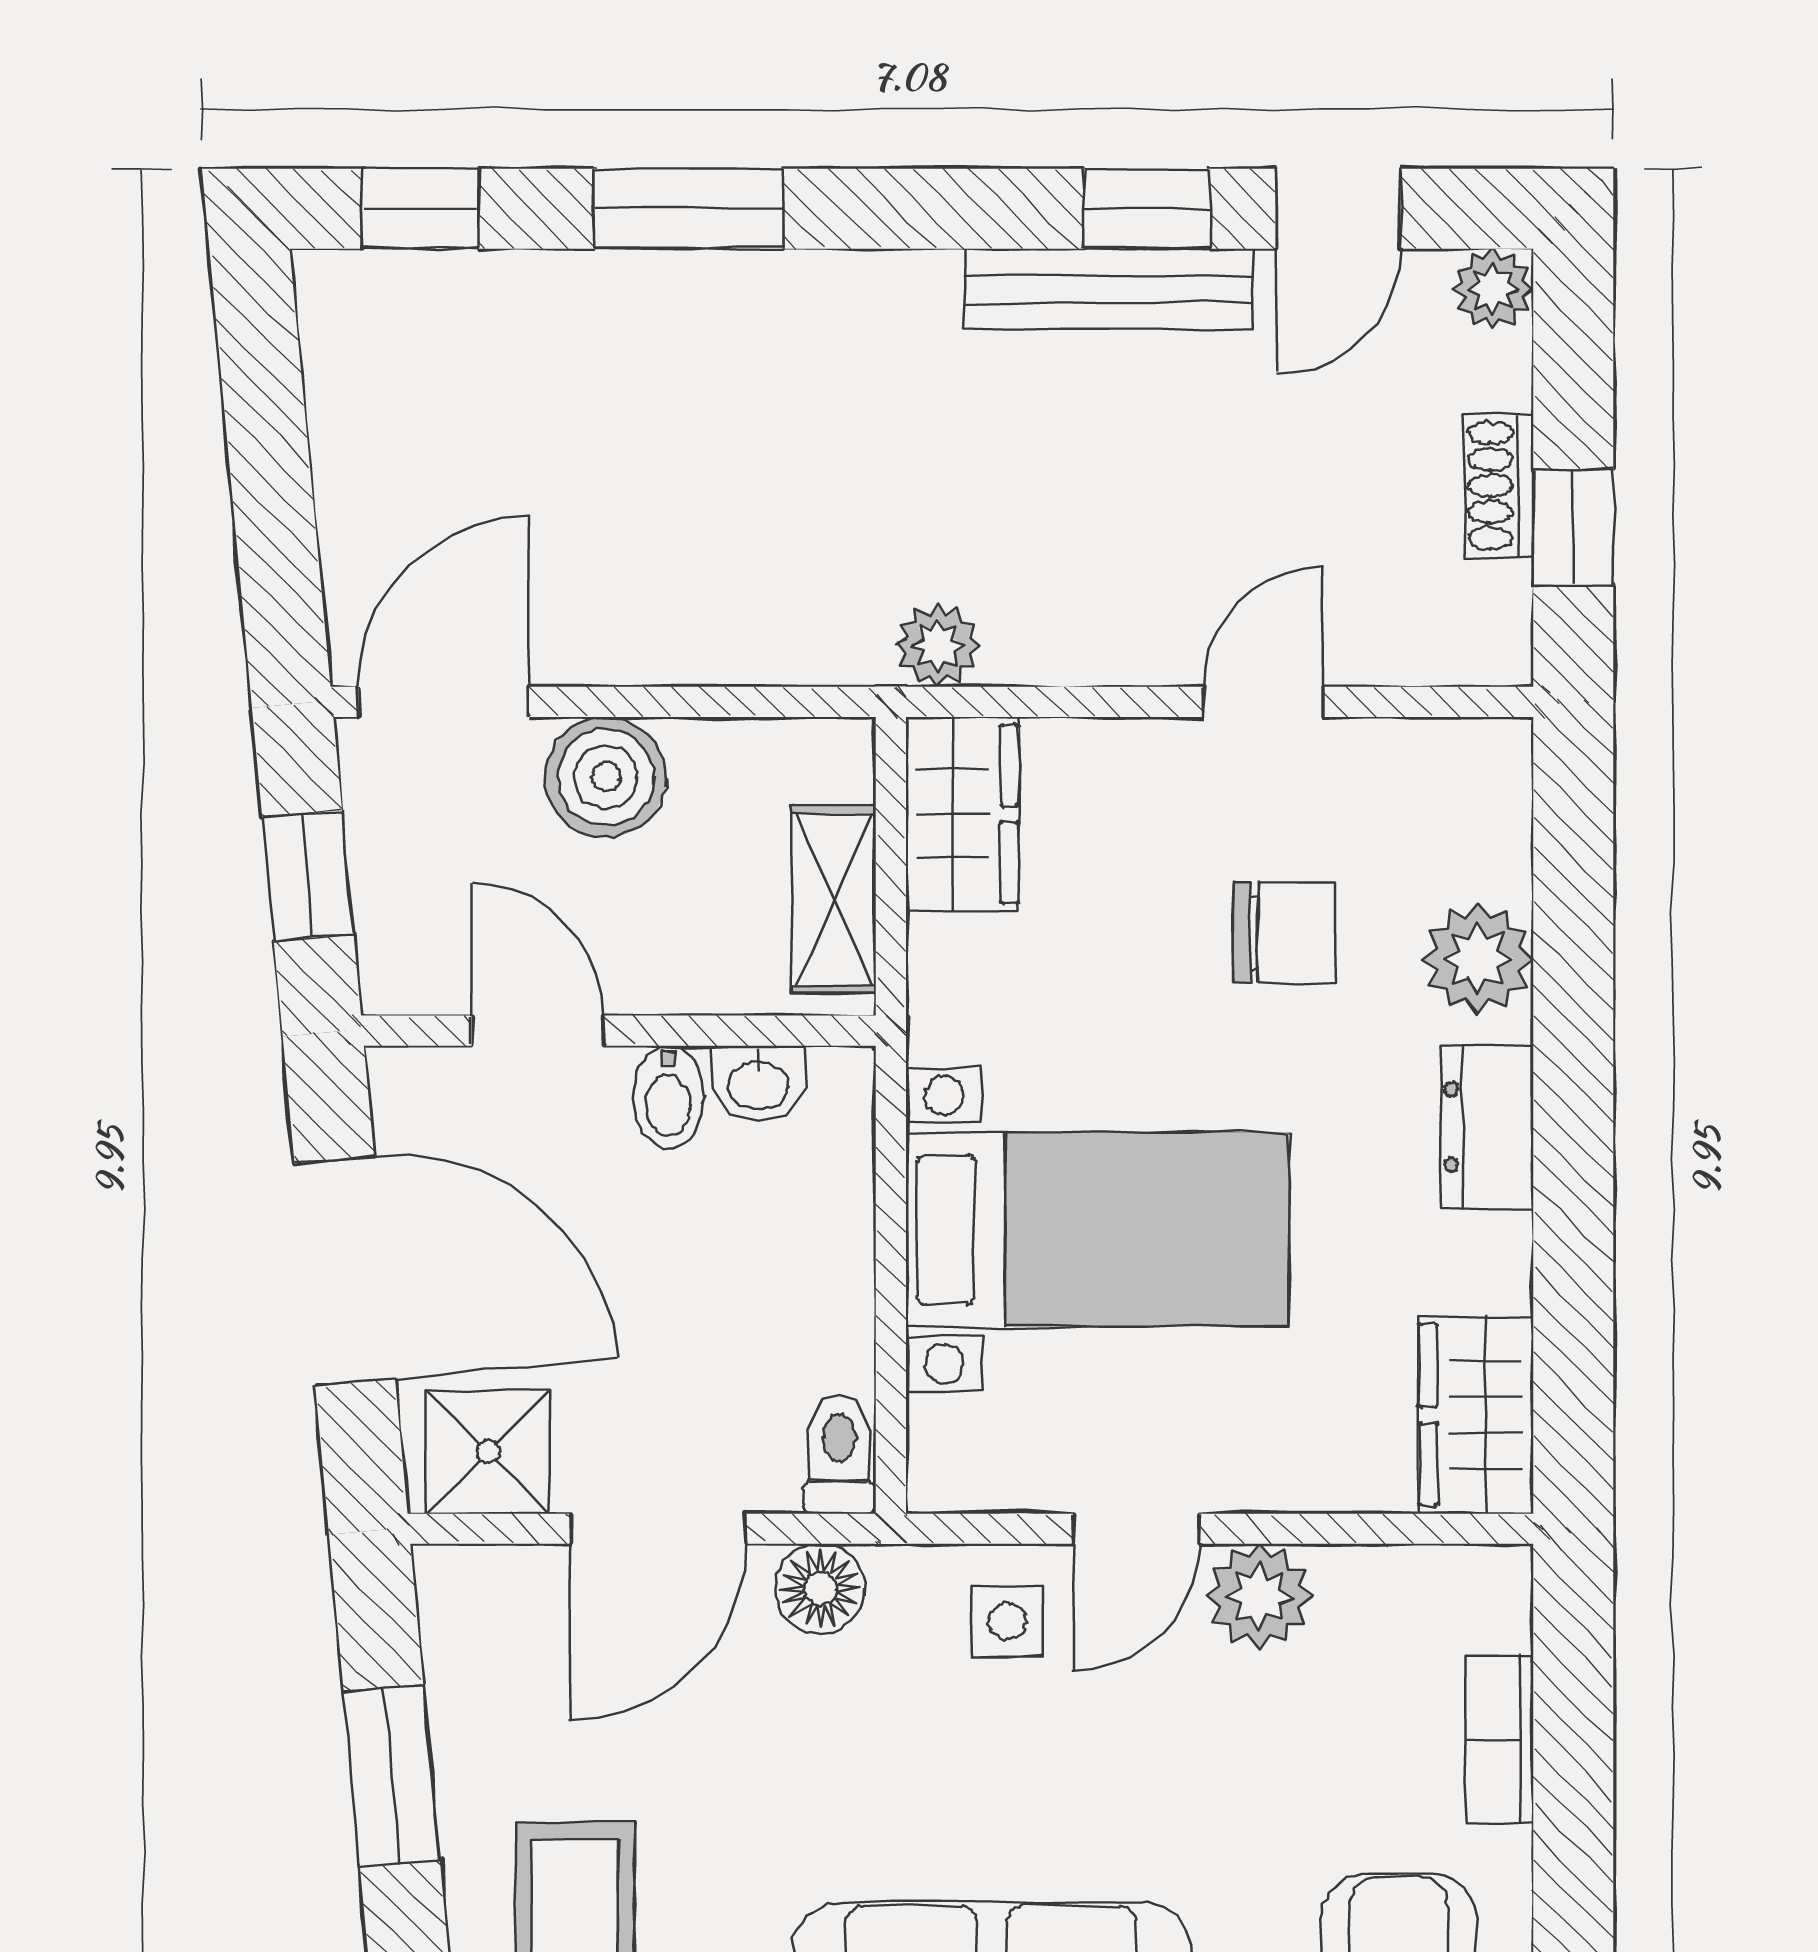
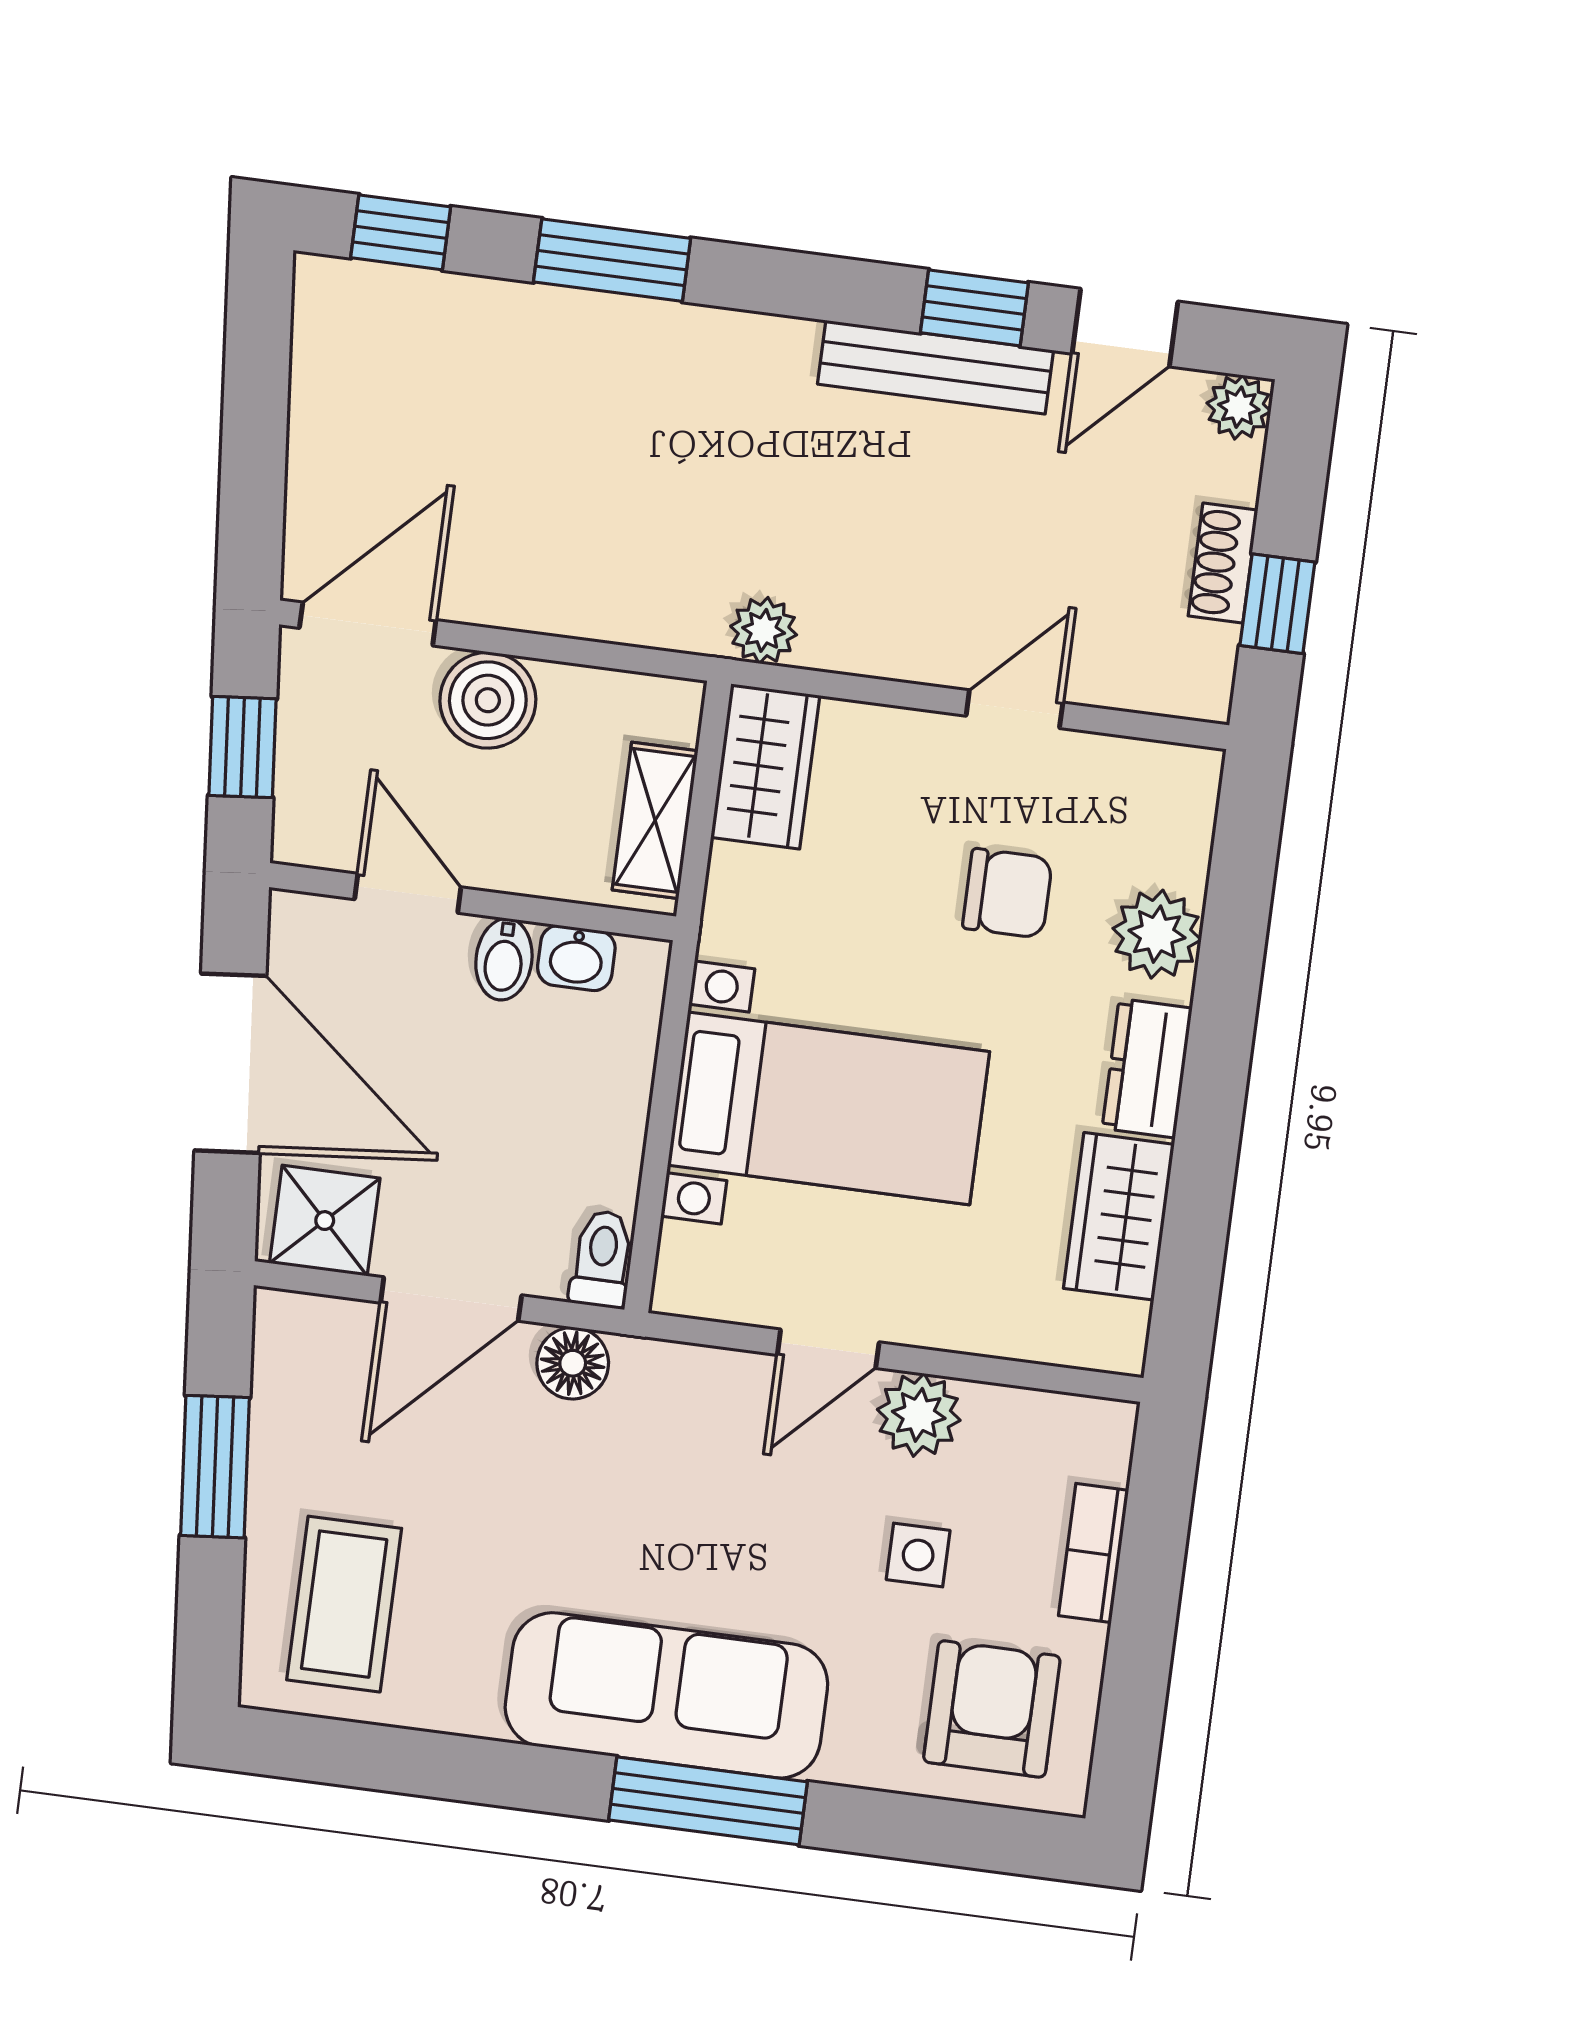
wardrobe: (1476, 1415) -> (1119, 1216), moved
side table: (1008, 1621) -> (918, 1555), moved

